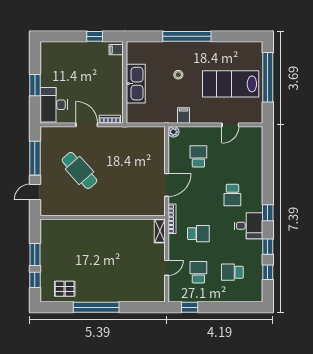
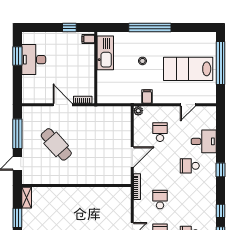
kitchen sink: (136, 84) -> (105, 53), moved
window: (35, 85) -> (17, 56), moved
desk: (54, 105) -> (34, 60), moved
school desk: (232, 195) -> (190, 166), turned 90
window: (268, 213) -> (221, 170), moved
desk: (249, 226) -> (204, 141), moved
shelving: (160, 231) -> (27, 198), moved
school desk: (198, 234) -> (160, 200), turned -90

